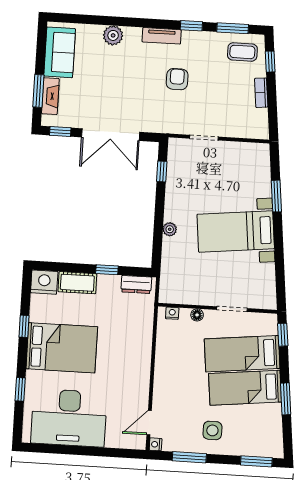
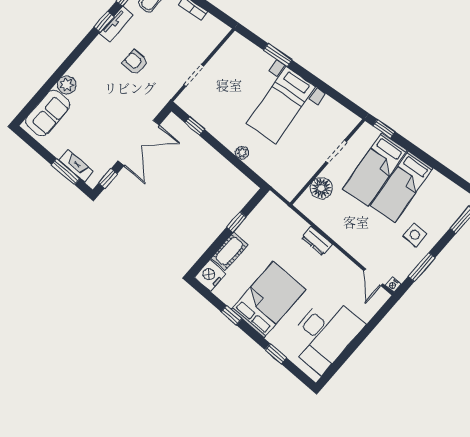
tv unit: (162, 36) -> (116, 24), moved
sofa: (60, 52) -> (48, 113), moved, turned 90
dresser: (136, 284) -> (317, 241), moved, turned 90
nightstand: (172, 313) -> (305, 198), removed
floor lamp: (197, 315) -> (321, 188), width x1.89, depth x1.89
window: (286, 399) -> (433, 163), removed

